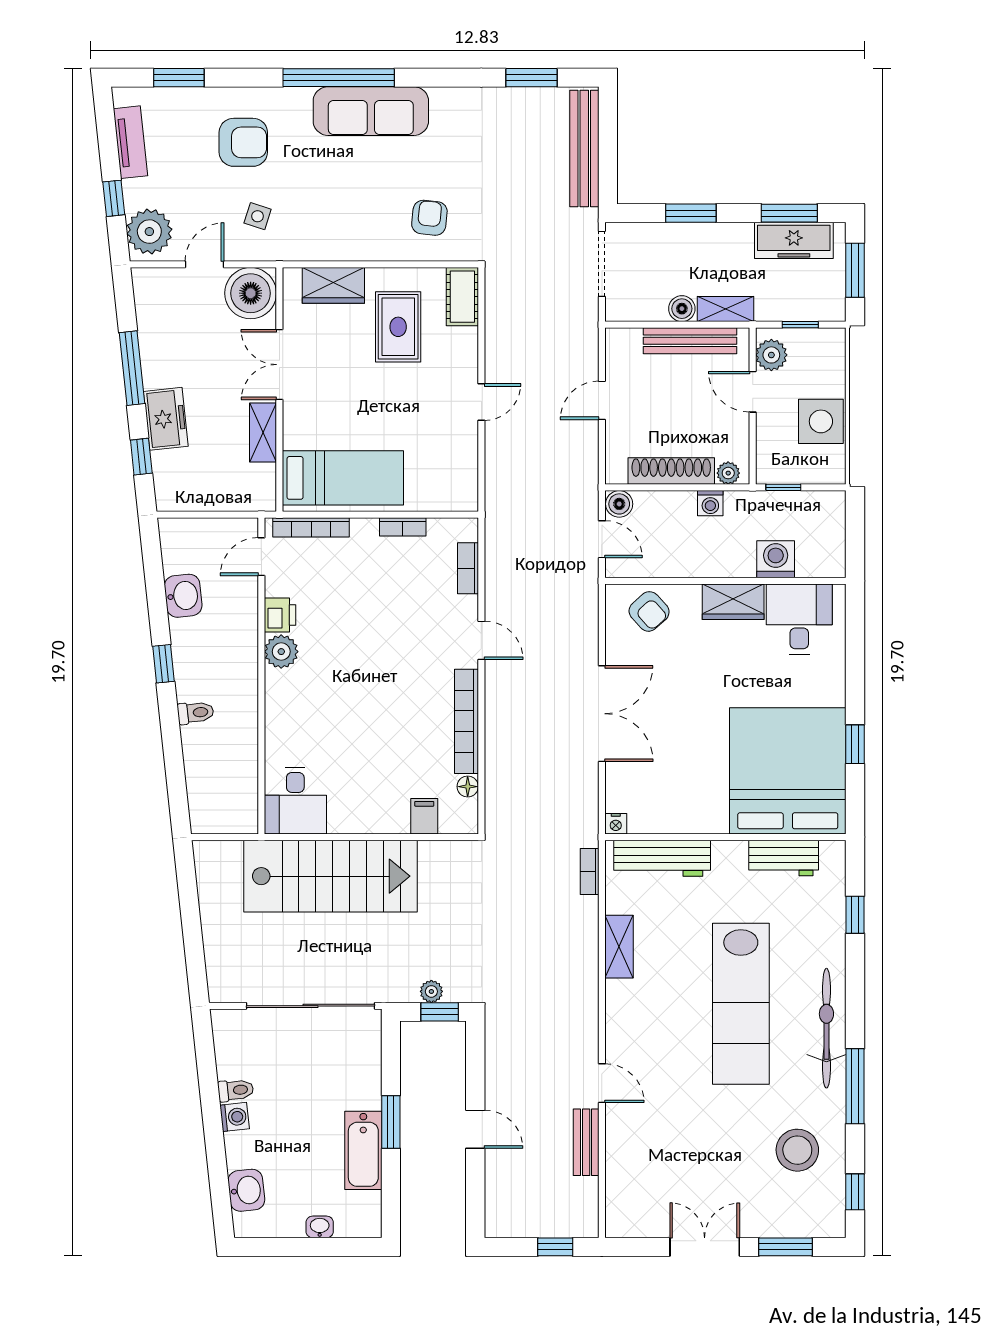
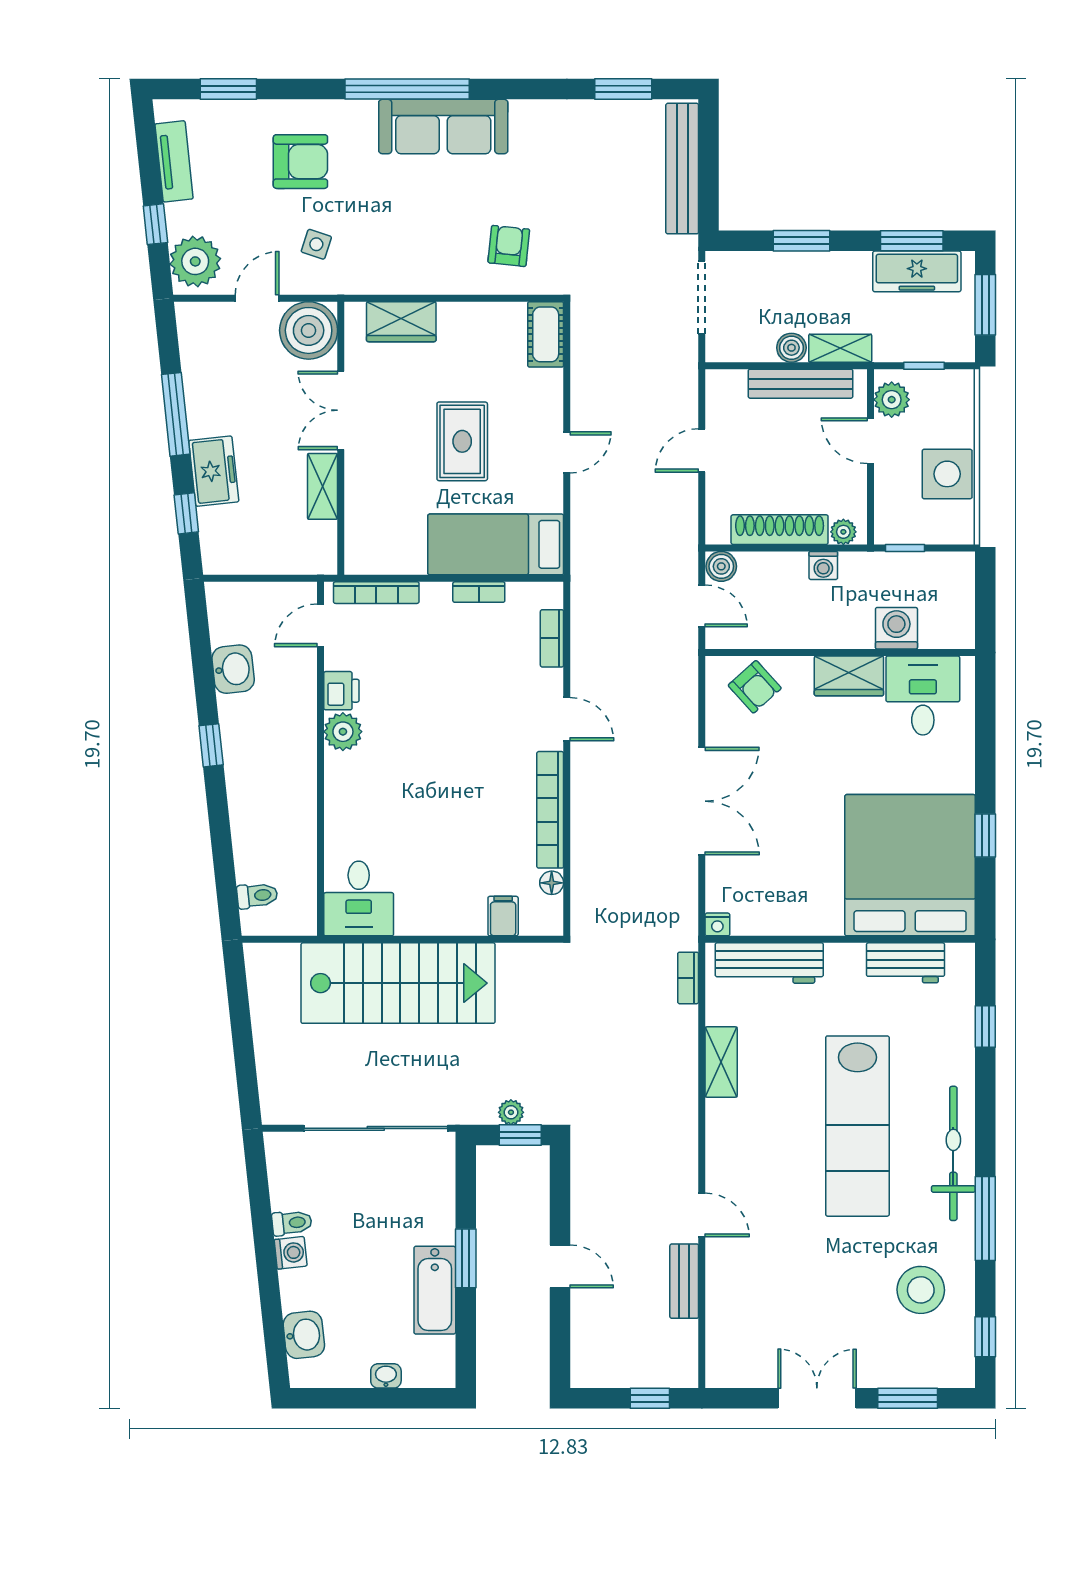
rug: (398, 327) -> (462, 441), moved
bed: (343, 478) -> (496, 544), moved, turned 180
toilet: (196, 713) -> (257, 896), moved

